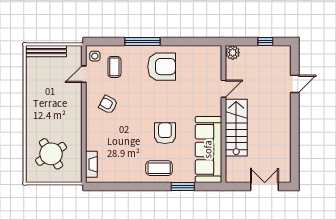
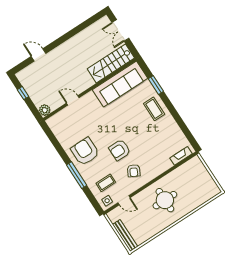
stairs: (236, 128) -> (111, 63), moved
armchair: (165, 133) -> (120, 150), moved
round table: (51, 154) -> (165, 200), moved, turned 33

